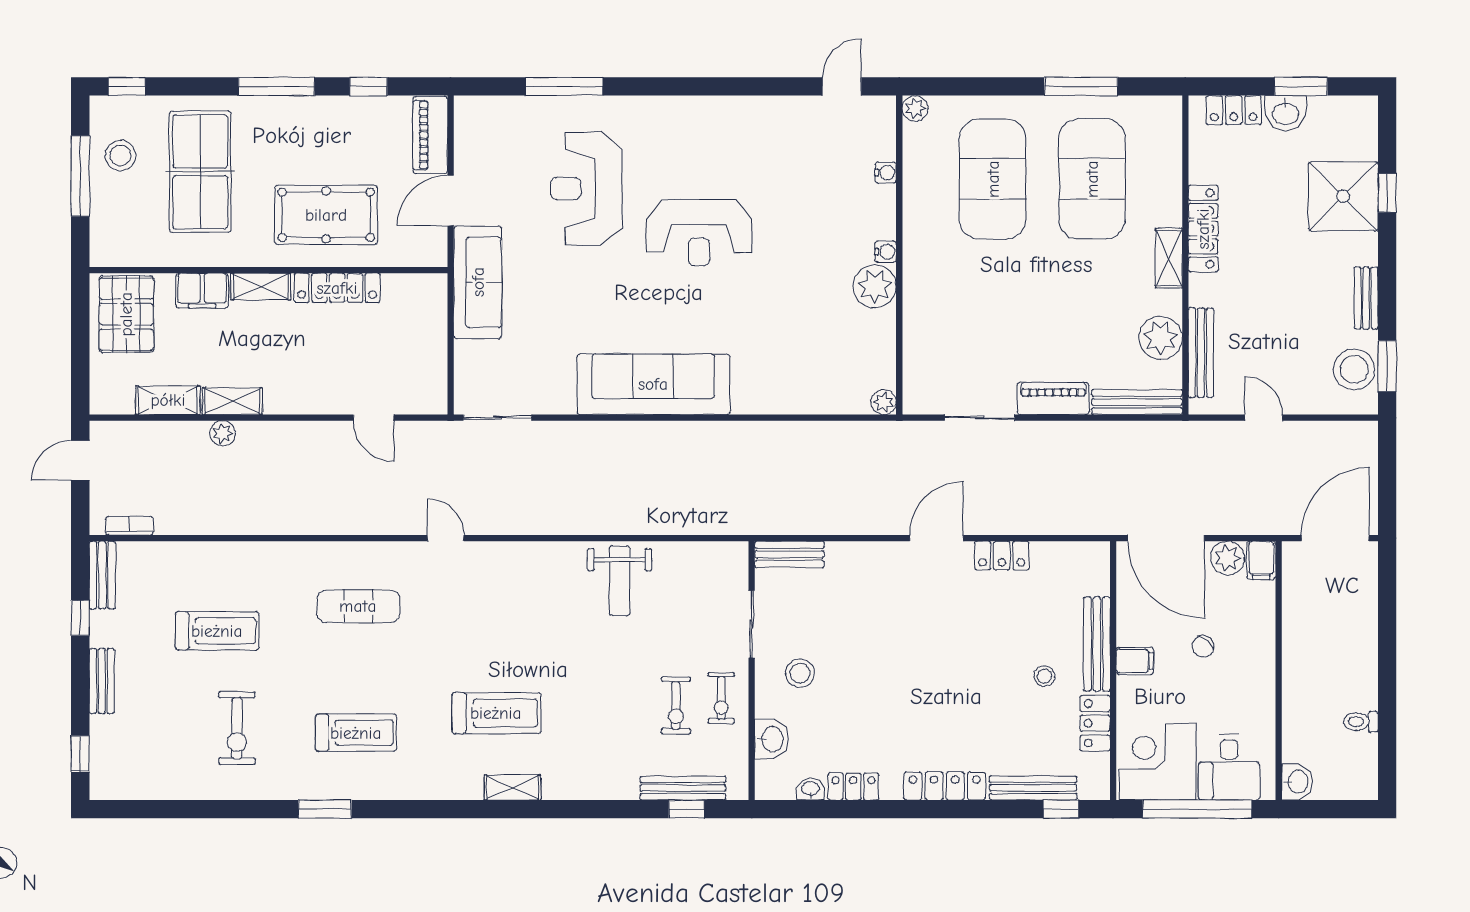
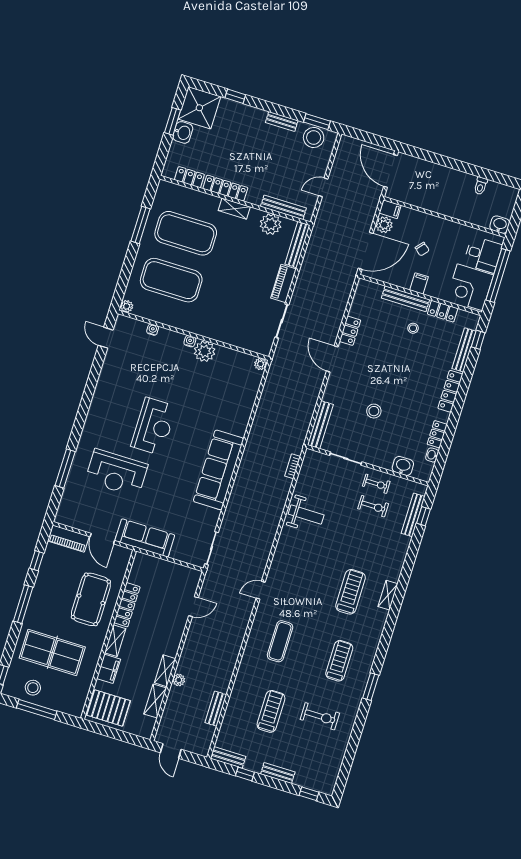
locker: (1234, 110) -> (189, 177), moved, turned -90
shower: (1343, 196) -> (199, 108), moved
bench: (189, 522) -> (216, 709), added
bookcase: (129, 526) -> (293, 466), moved
bench: (789, 554) -> (320, 425), width x1.36
stool: (800, 673) -> (374, 411), moved

